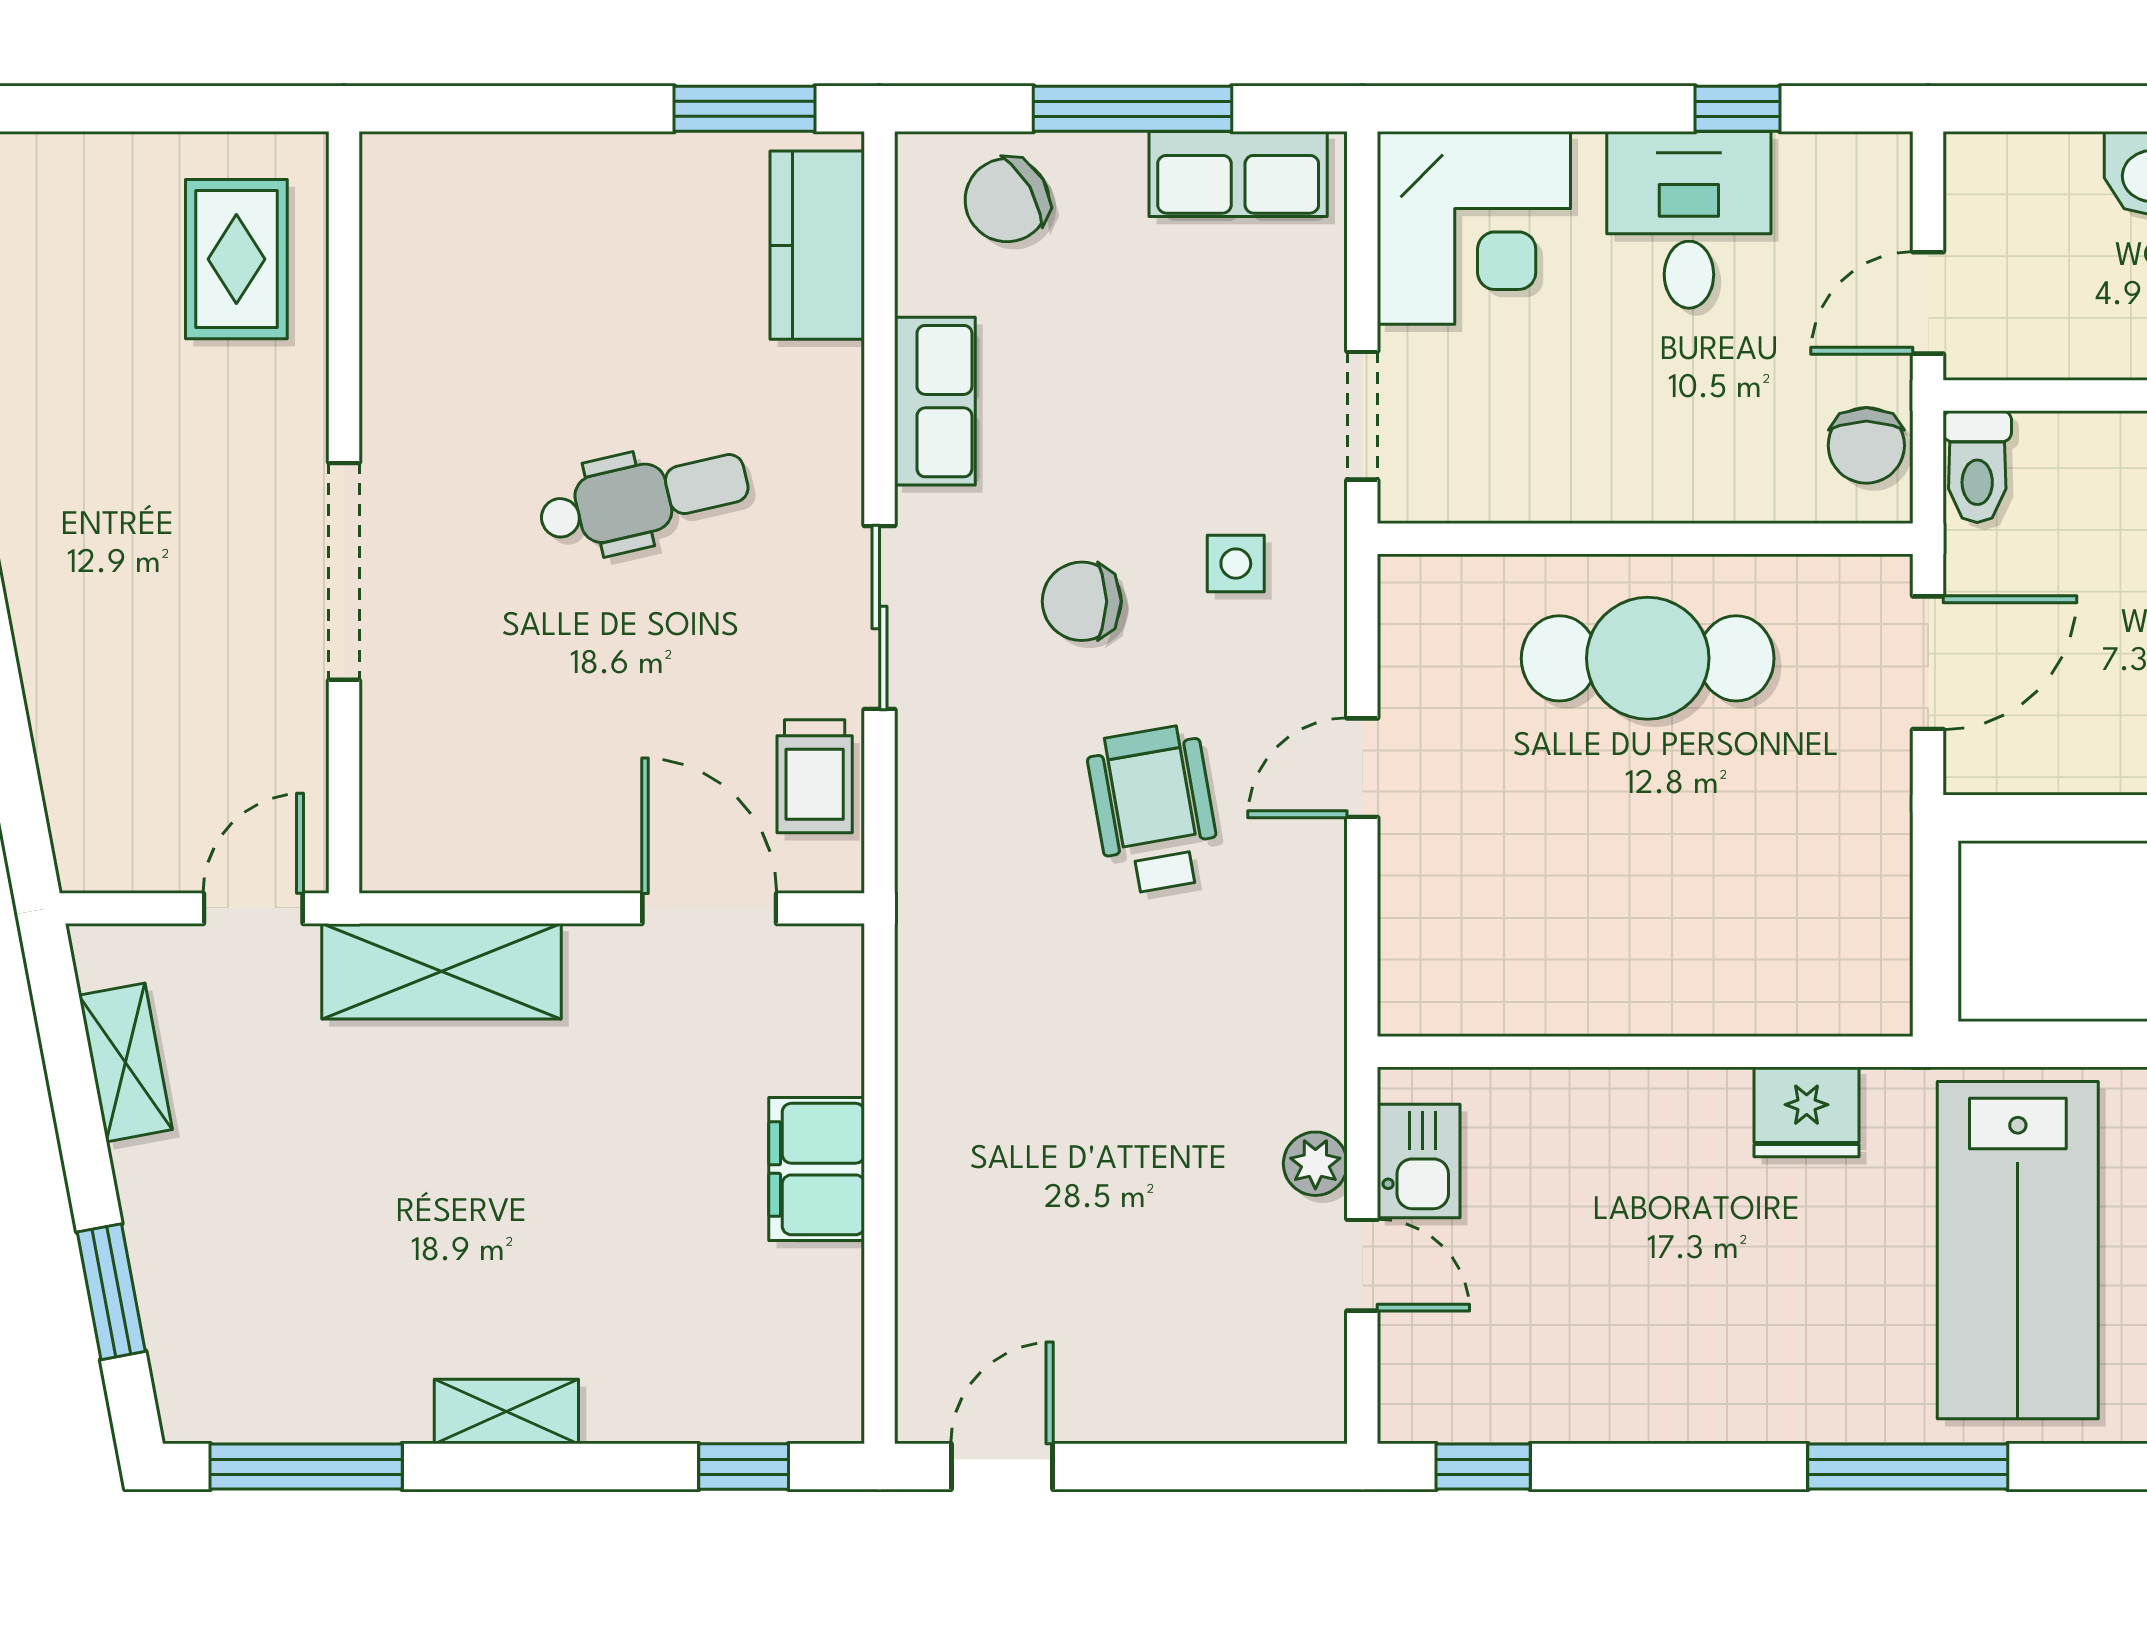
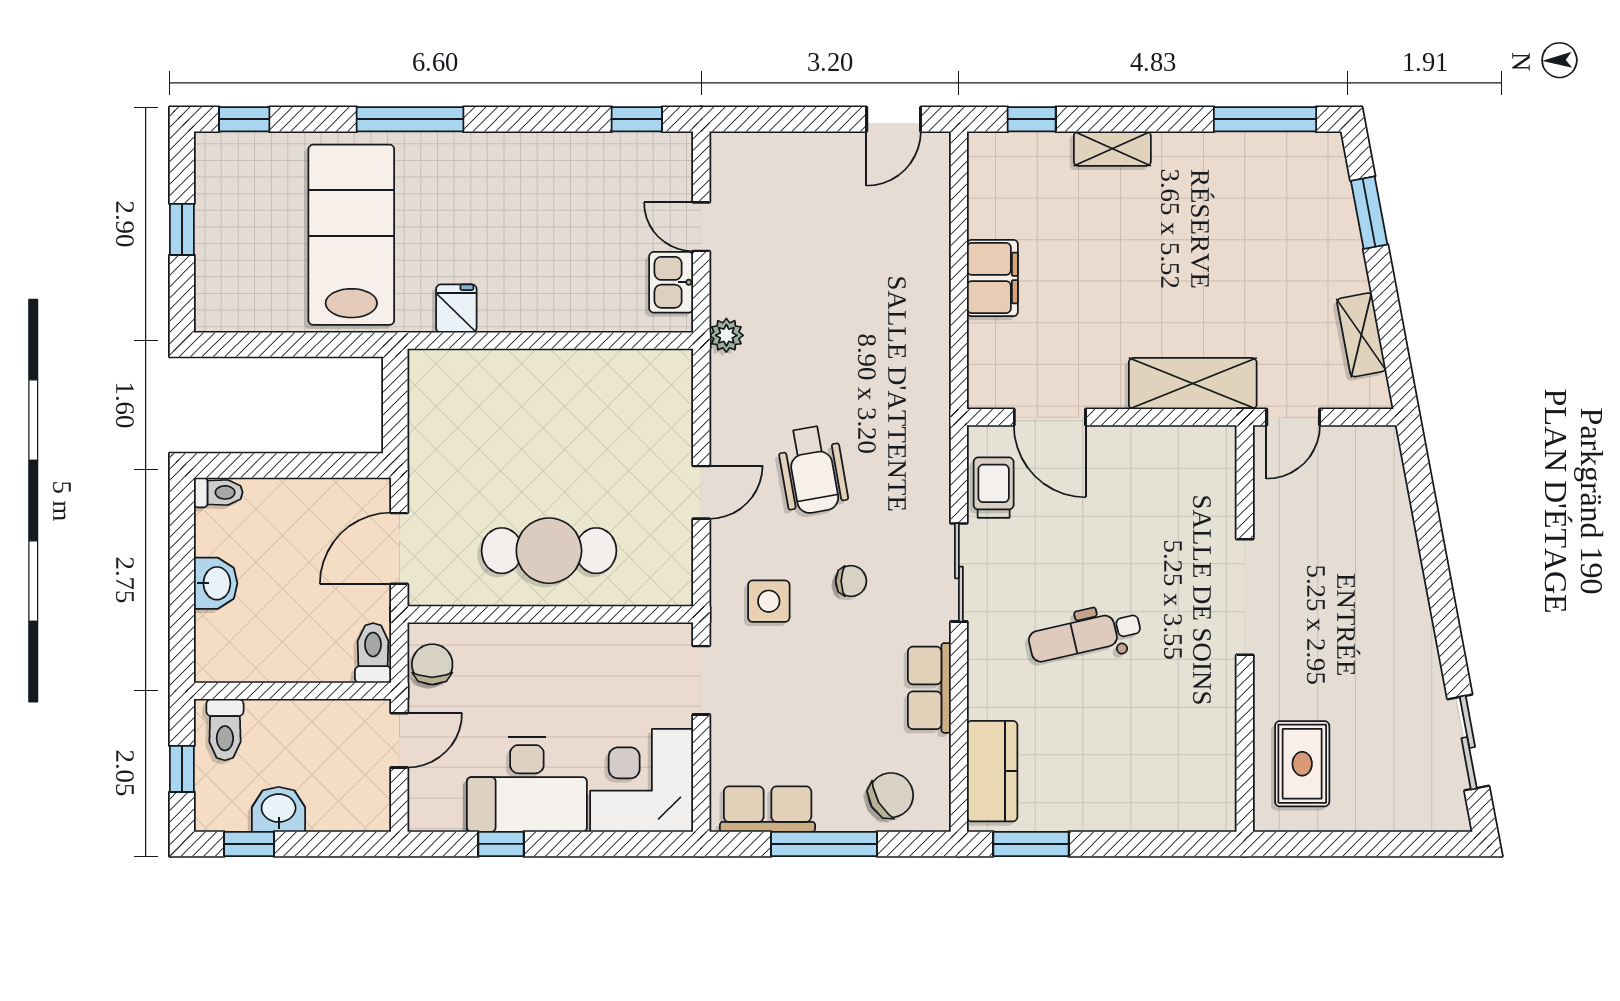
desk: (1689, 220) -> (527, 785), width x1.37
side table: (1236, 564) -> (769, 601), width x1.37, depth x1.37
chair: (1082, 601) -> (851, 581), width x0.73, depth x0.73
fridge: (1807, 1112) -> (456, 309), width x0.72
plant: (1315, 1164) -> (726, 335), moved
shelving: (506, 1412) -> (1112, 149), moved

